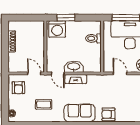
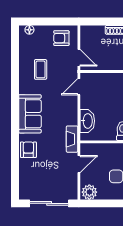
washbasin: (74, 67) -> (87, 121), moved
door: (34, 73) -> (79, 58), hinge flipped
fireplace: (76, 79) -> (72, 139), moved

